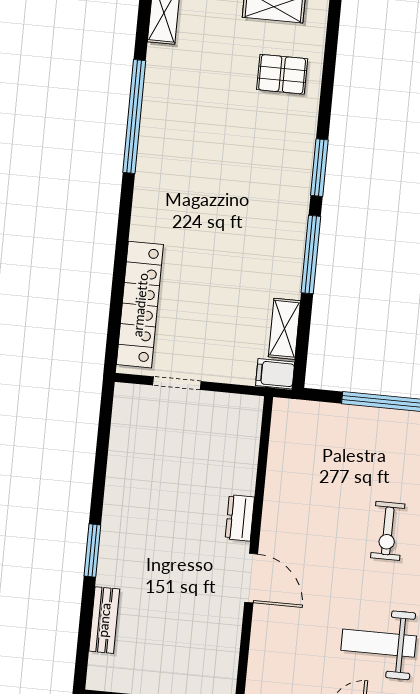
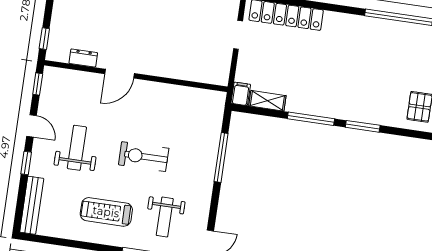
dresser: (240, 518) -> (83, 58), moved
exercise bike: (388, 531) -> (144, 157), width x1.38, depth x1.39

